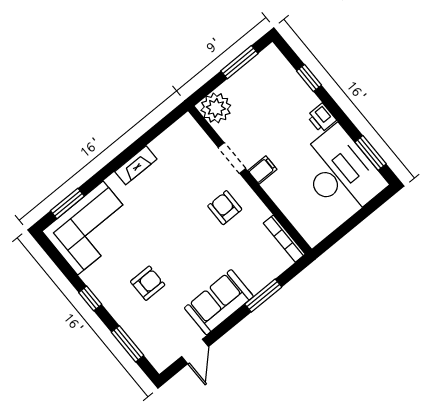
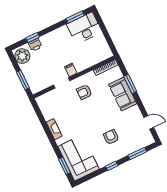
window: (239, 62) -> (23, 80), moved
plant: (216, 108) -> (22, 56), moved
printer: (322, 118) -> (35, 45), moved
desk: (340, 173) -> (84, 28), width x0.73, depth x0.77
sofa: (219, 302) -> (123, 94), moved

